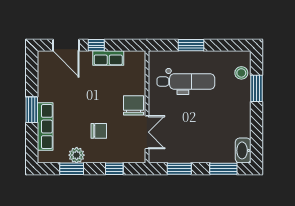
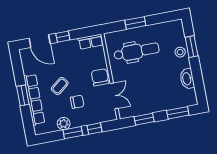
row of seats: (108, 58) -> (91, 42), moved
stool: (241, 73) -> (180, 52), moved
coffee table: (81, 107) -> (60, 86), added
row of seats: (45, 127) -> (34, 100), width x1.36
washbasin: (243, 150) -> (187, 79), moved
window: (72, 169) -> (73, 133), moved

